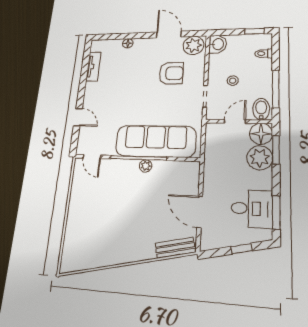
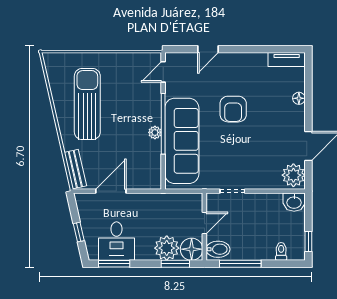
tv unit: (93, 66) -> (287, 60), moved
armchair: (171, 73) -> (233, 109), moved
stool: (233, 81) -> (250, 220), removed
door: (235, 121) -> (204, 223), hinge flipped
sun lounger: (113, 231) -> (87, 104), added

